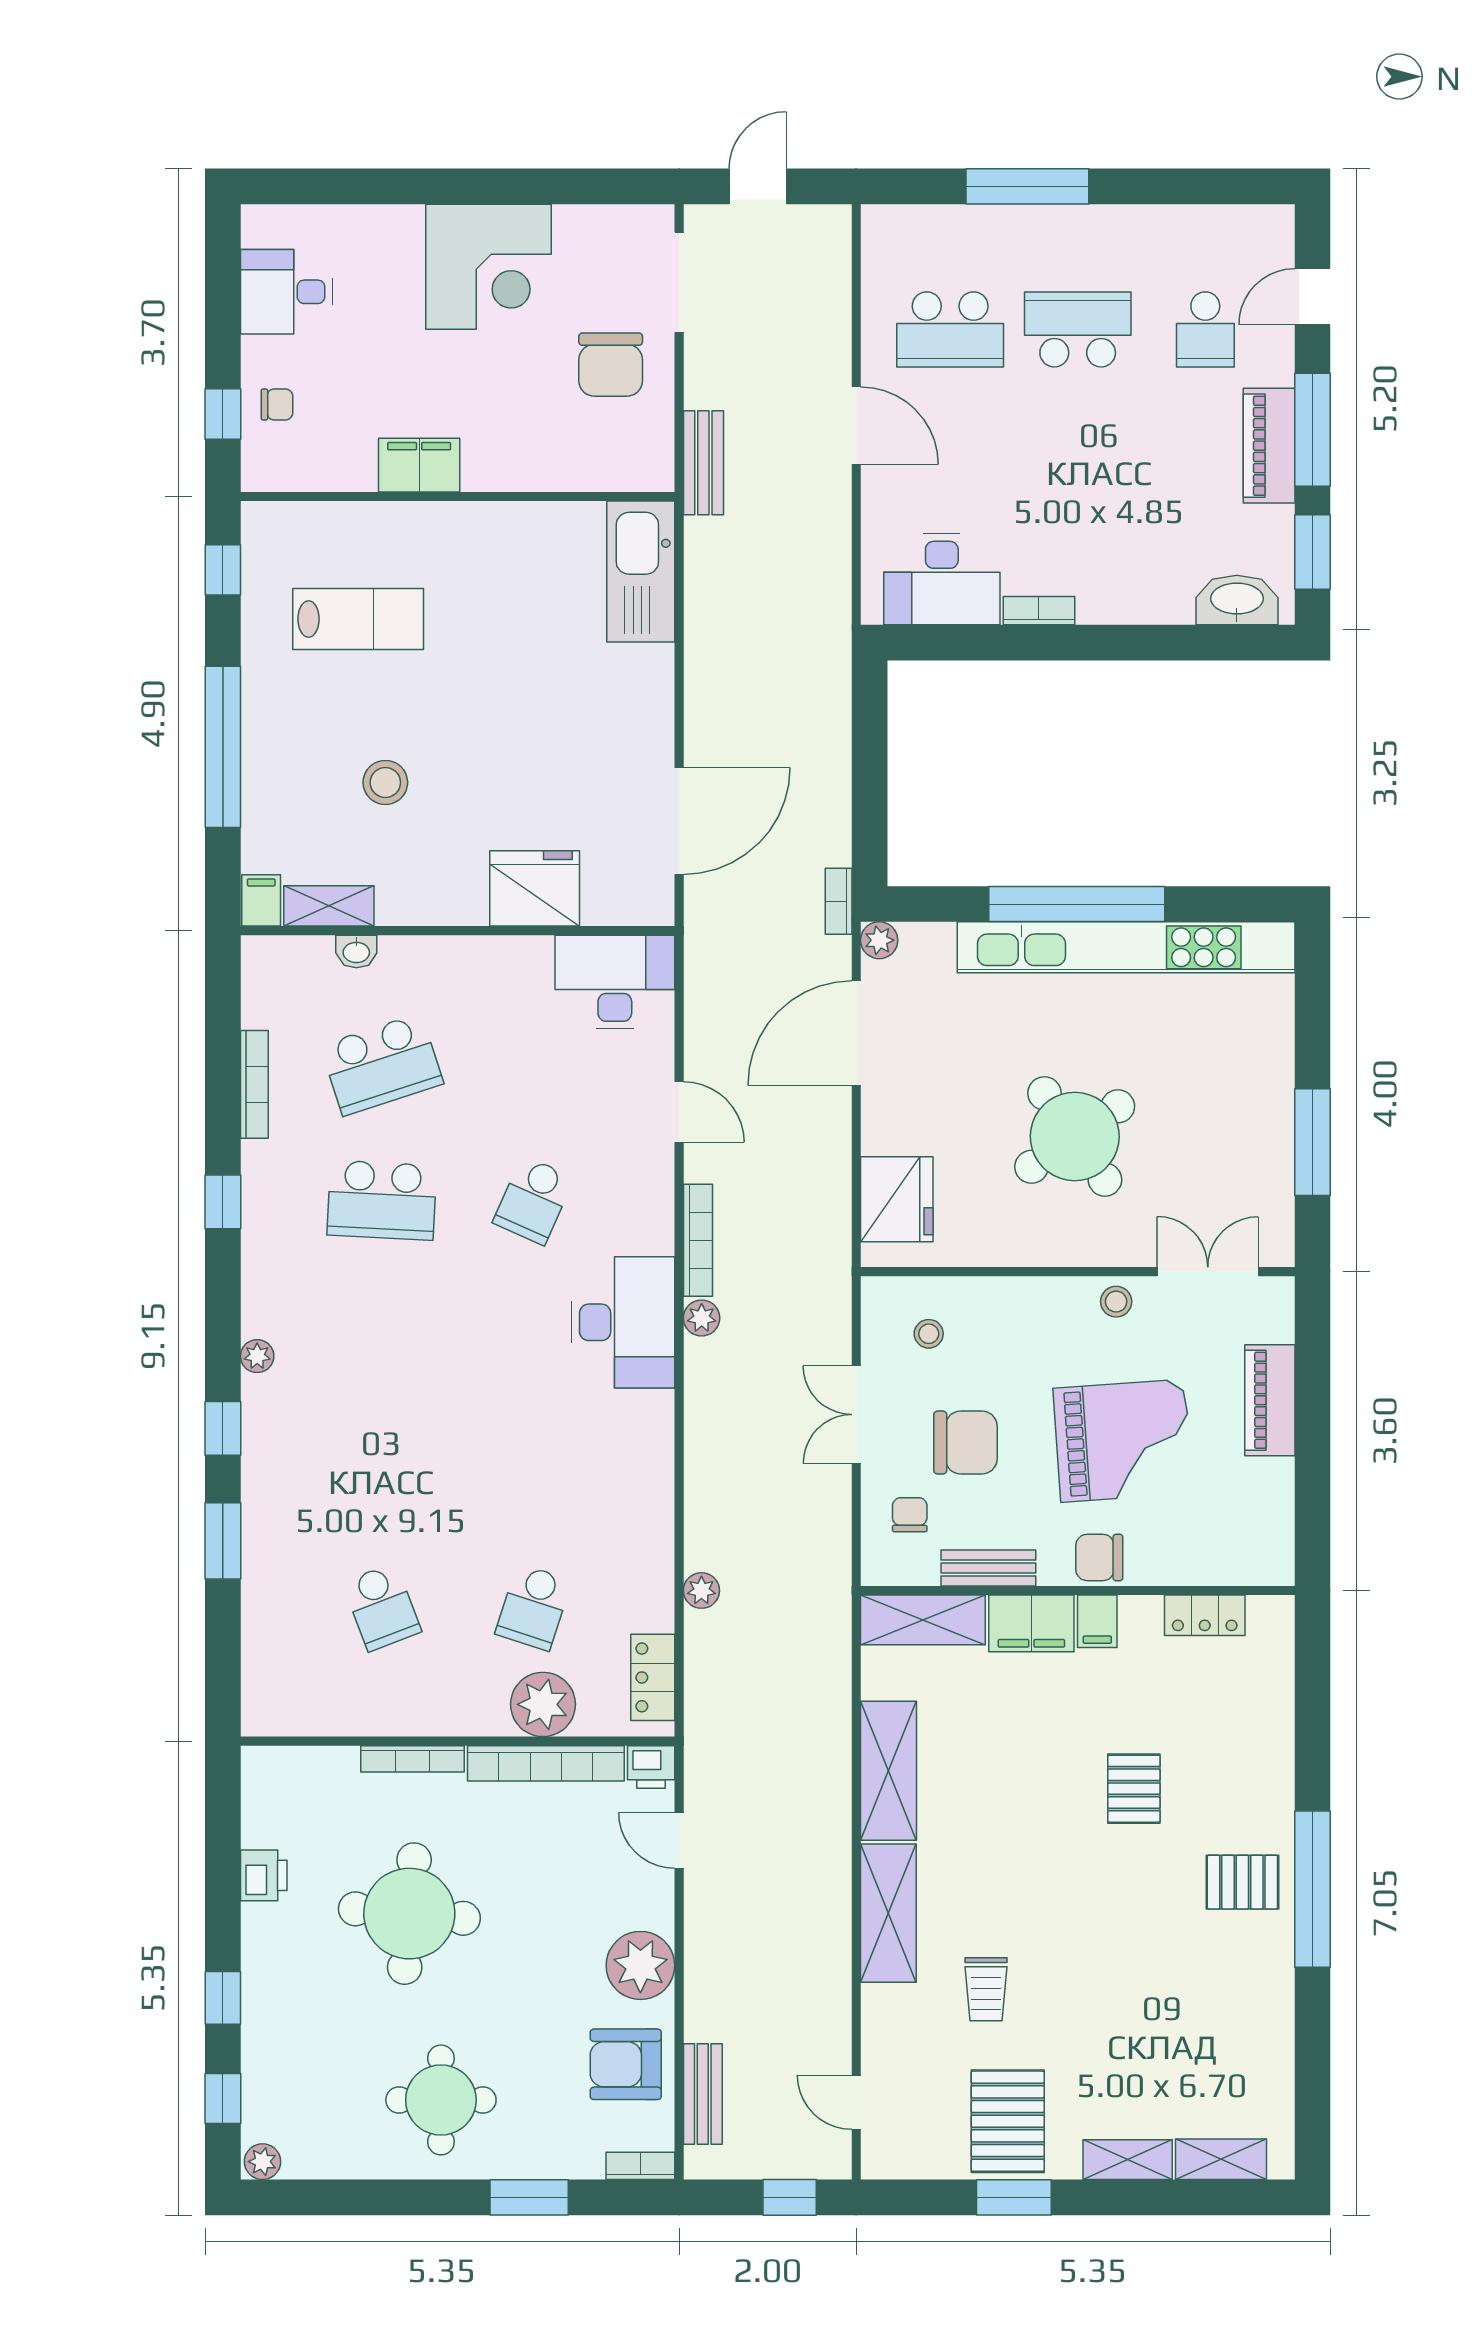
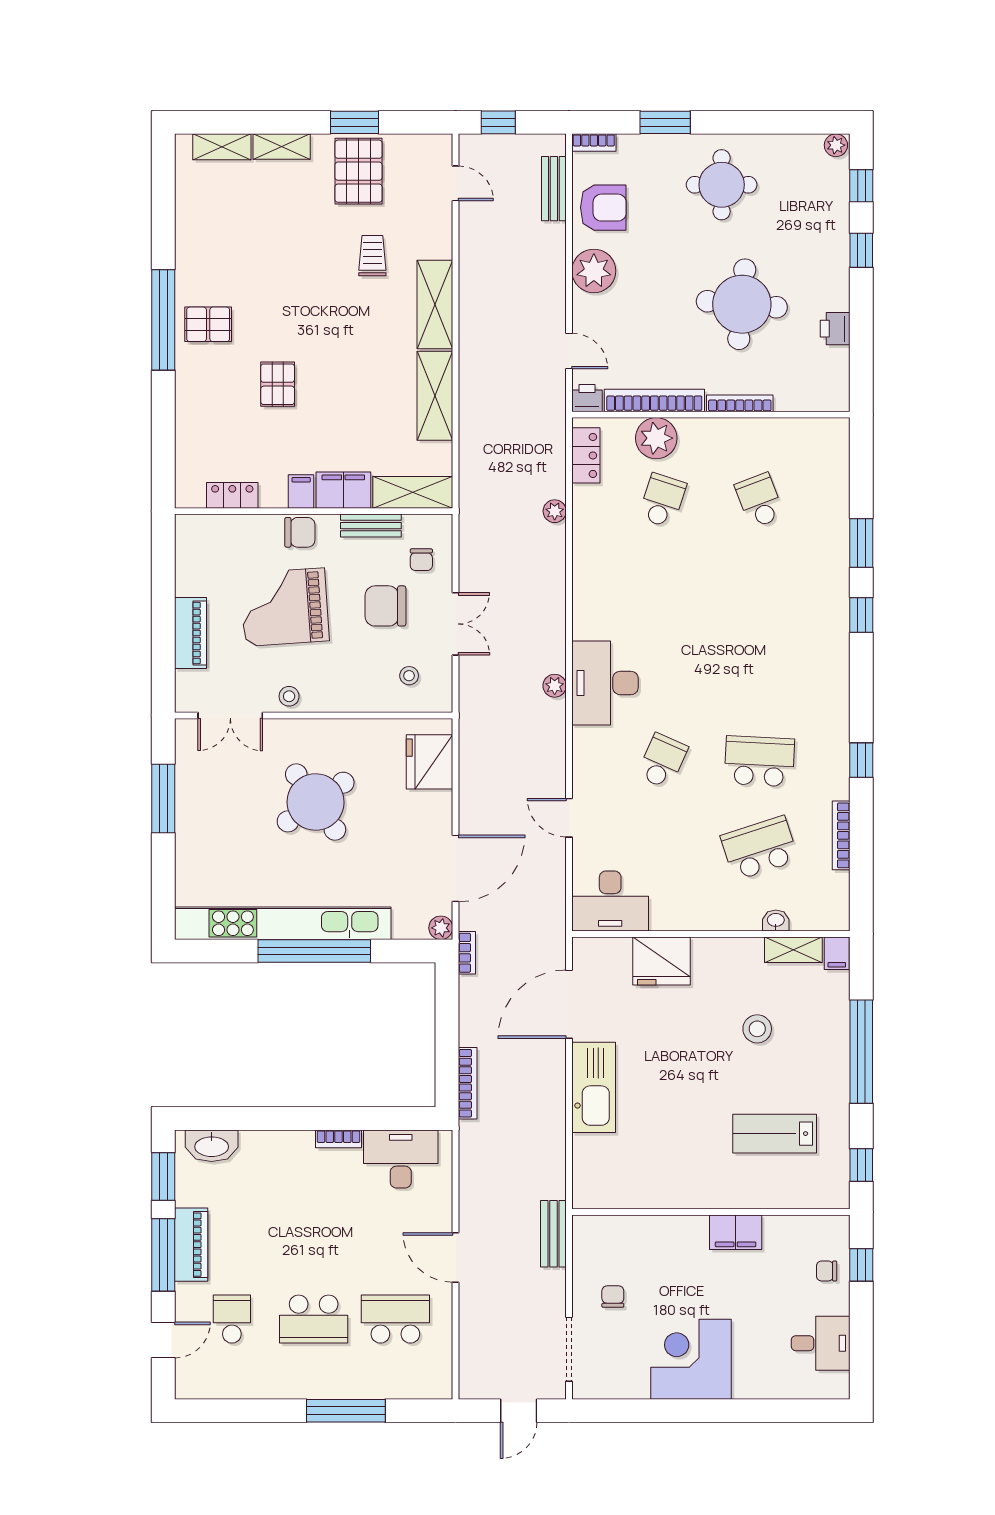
chair: (611, 365) -> (613, 1297), width x0.54, depth x0.54
kitchen sink: (641, 572) -> (594, 1087), moved
bookcase: (698, 1240) -> (468, 1083), moved, turned 180
plant: (257, 1356) -> (839, 661), removed

